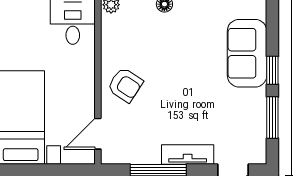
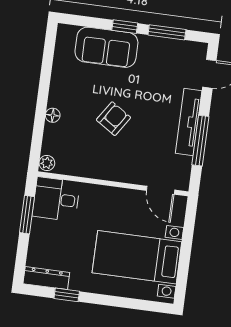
armchair: (125, 85) -> (113, 119), moved
tv unit: (188, 155) -> (189, 122), width x1.41

